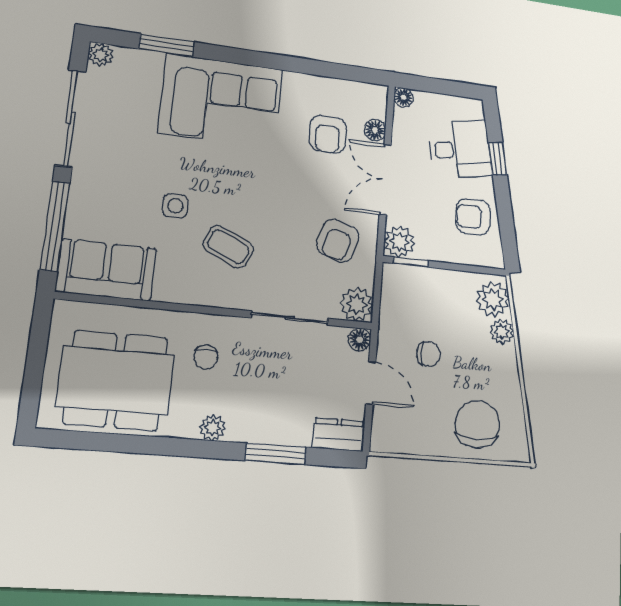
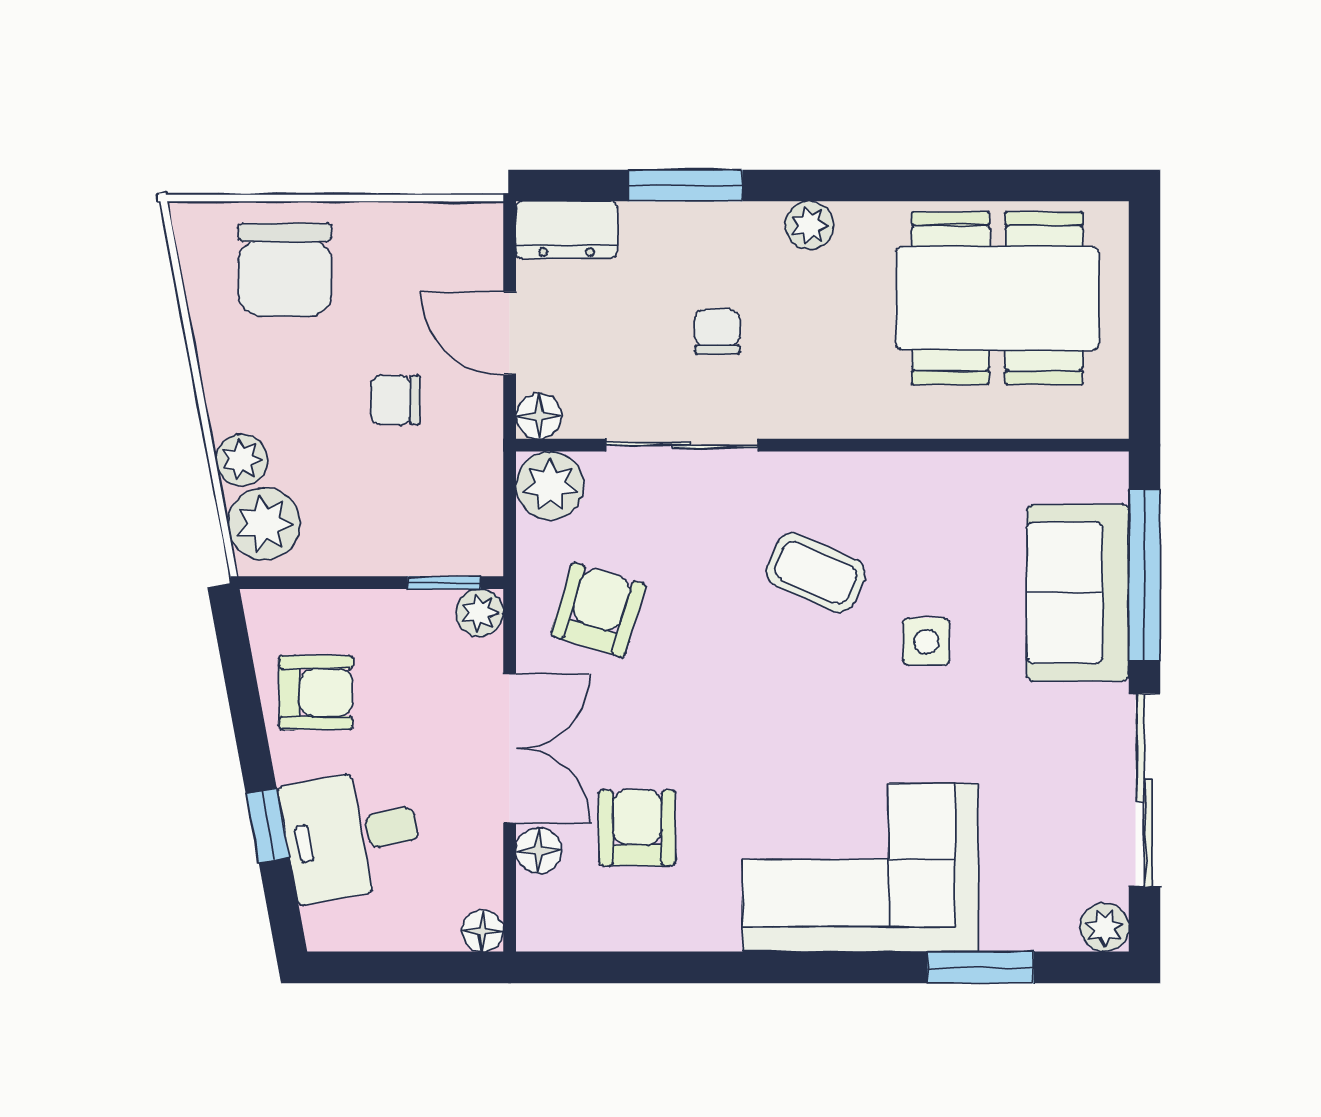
plant: (399, 242) -> (480, 613), width x0.73, depth x0.73
sofa: (106, 270) -> (1078, 593), moved, turned 90
chair: (206, 357) -> (717, 332), moved

